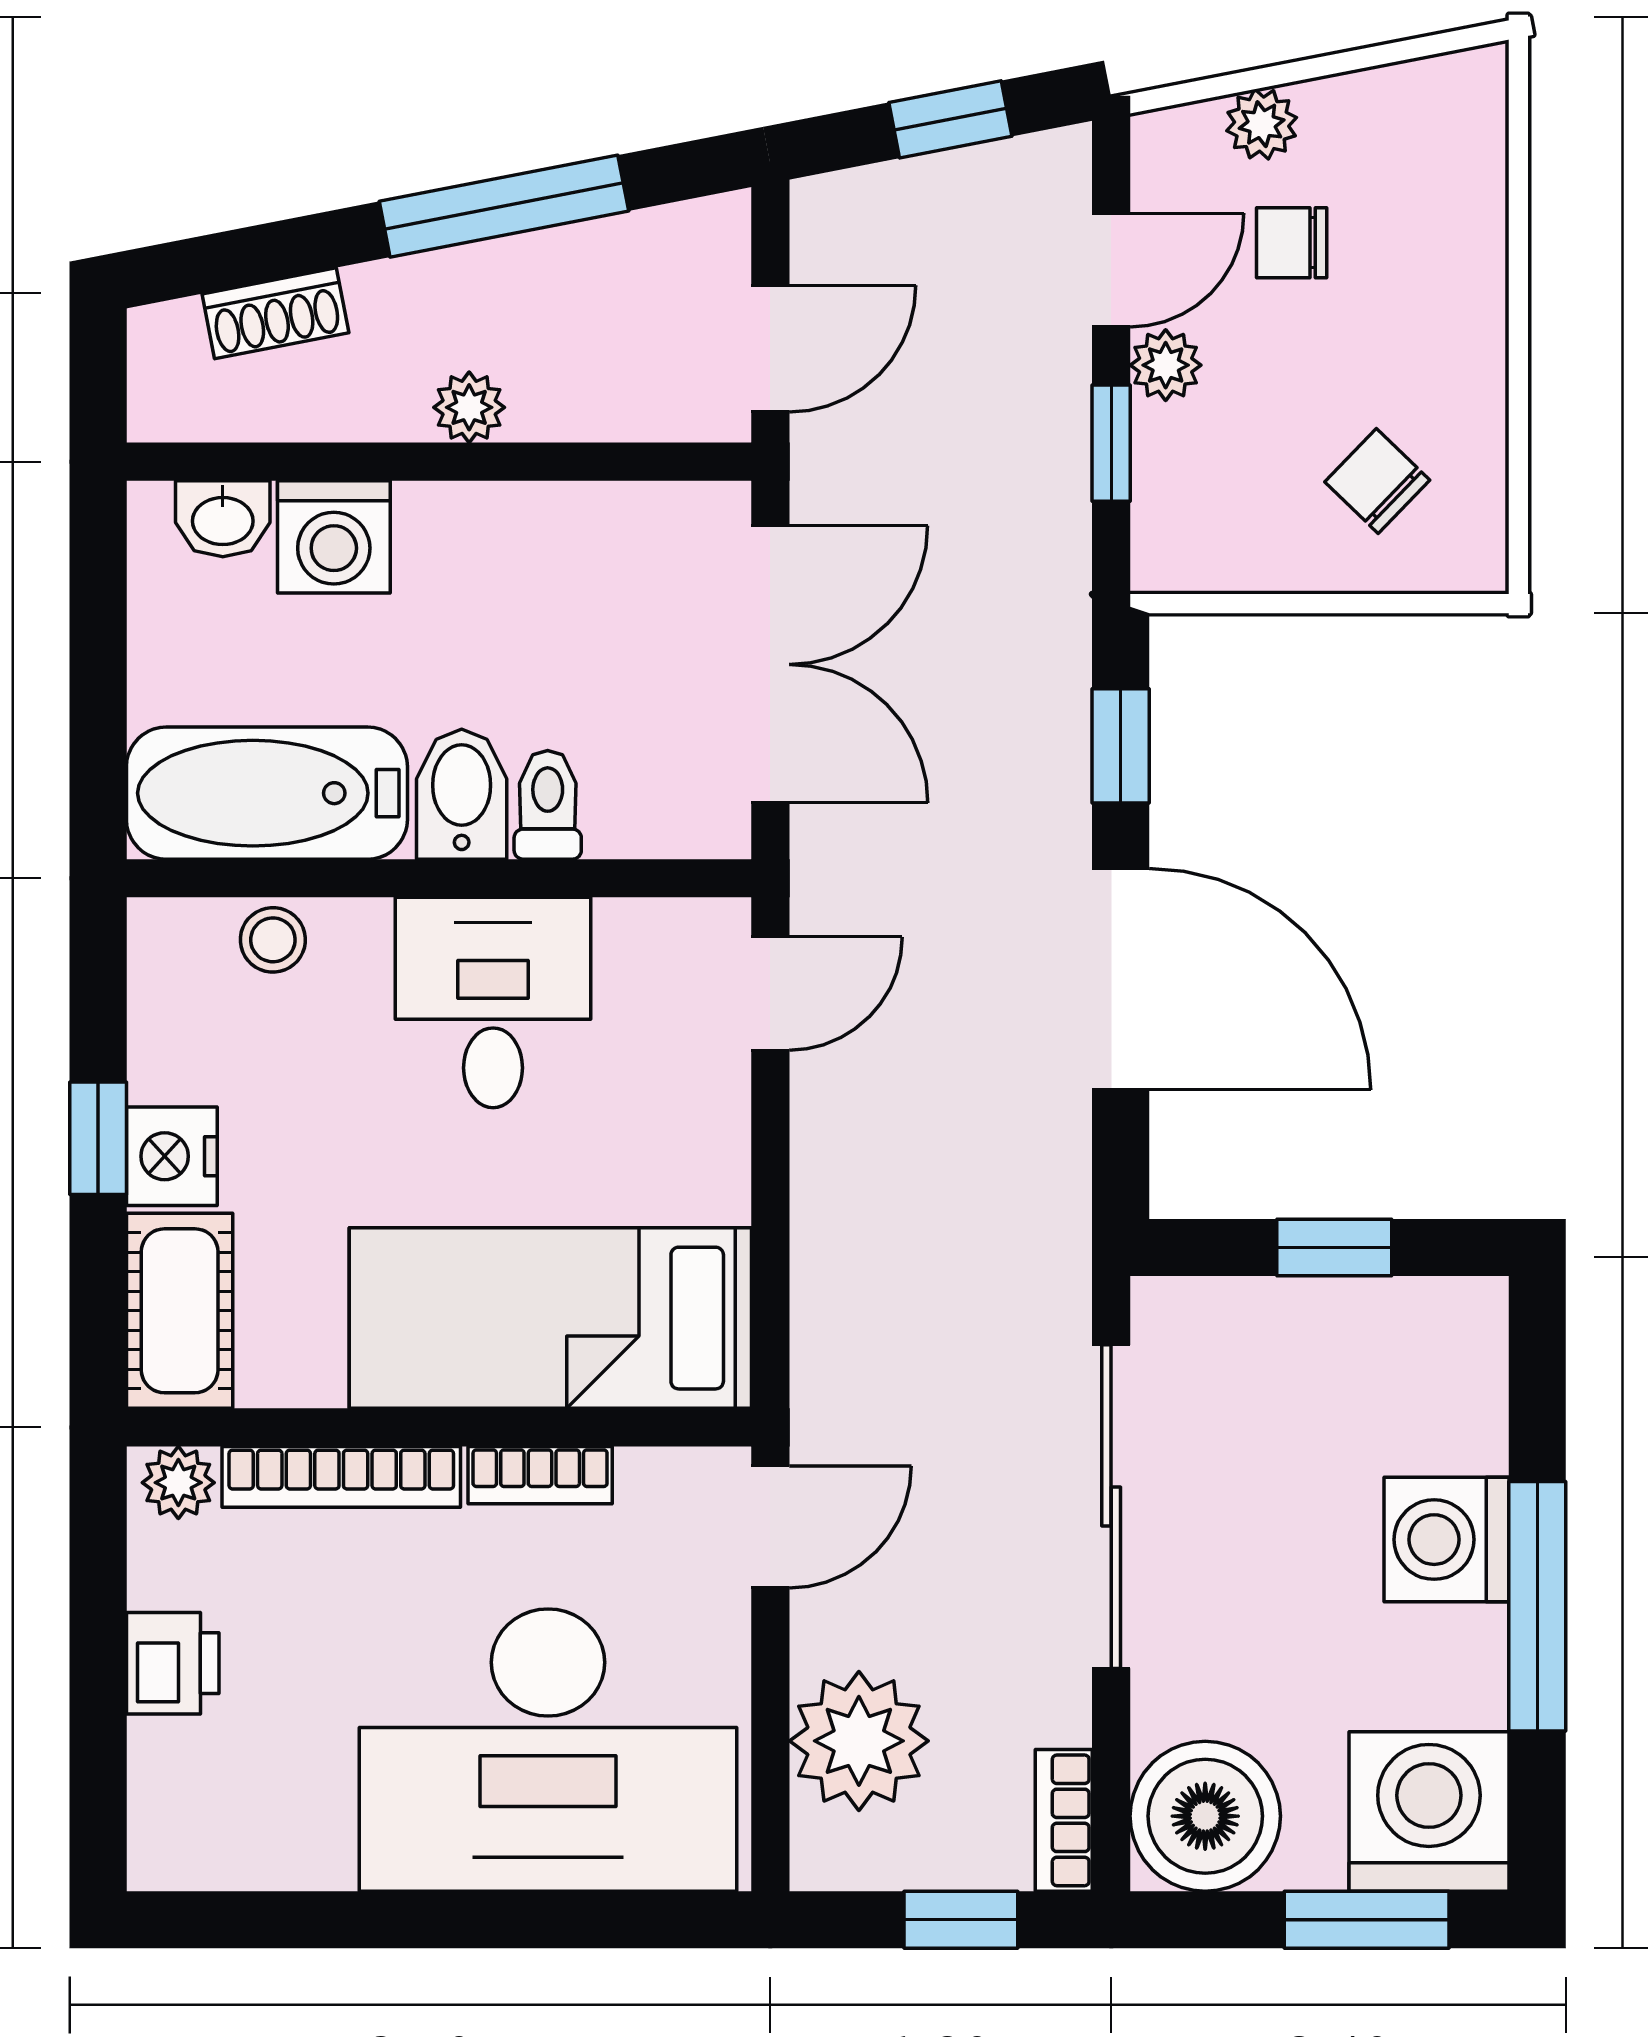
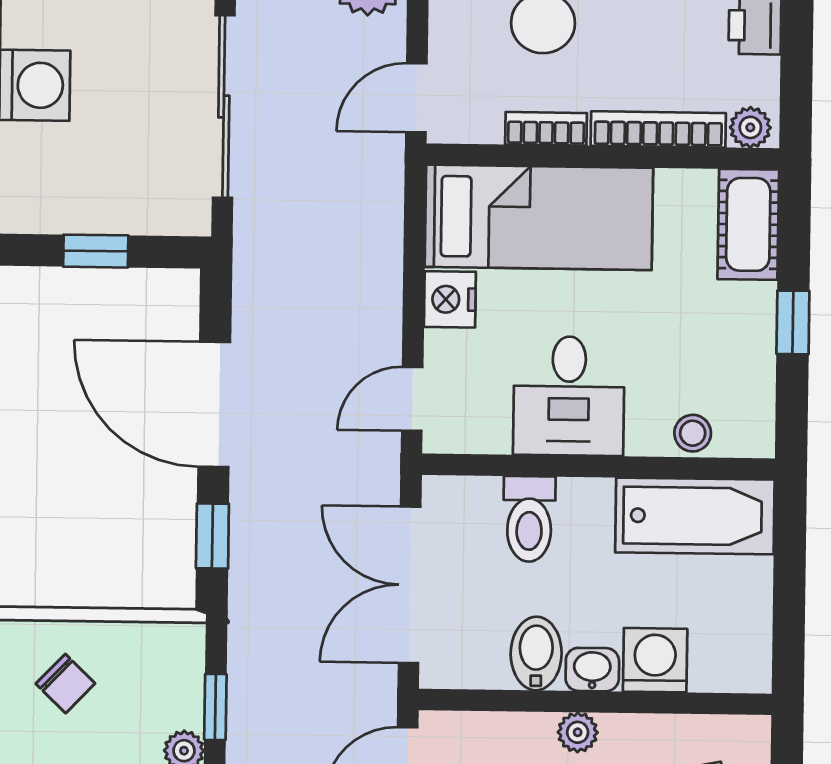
washbasin: (223, 519) -> (592, 670), moved
bidet: (462, 794) -> (536, 654), moved, turned 180
toilet: (548, 805) -> (529, 519), width x1.37, depth x1.39
nightstand: (172, 1156) -> (450, 299), moved, turned 180

